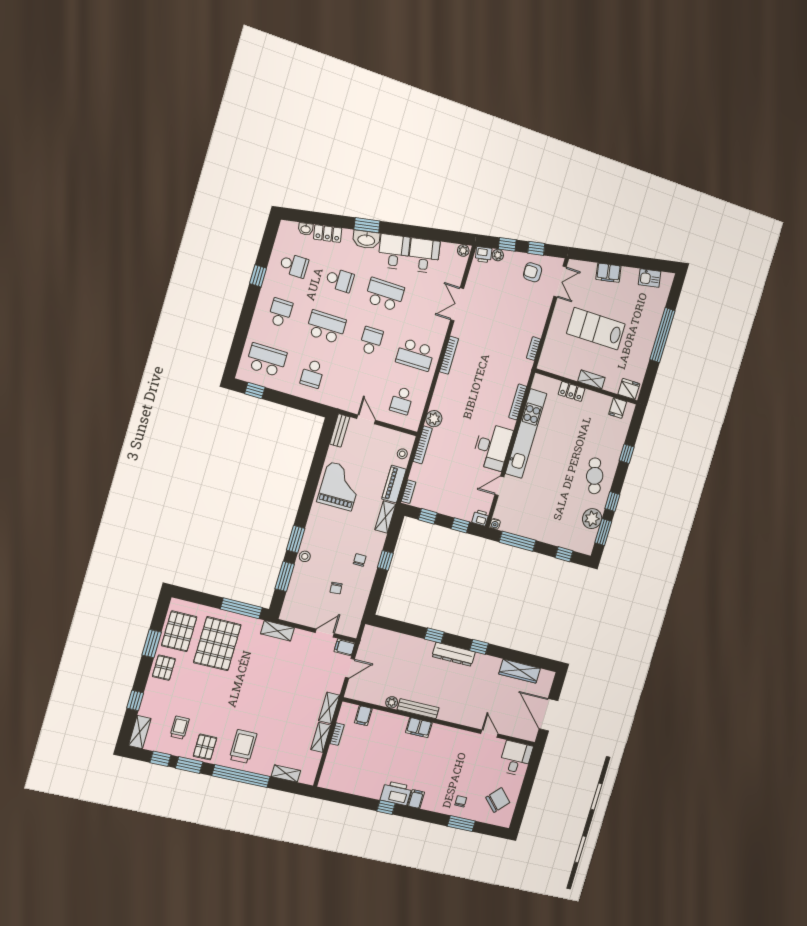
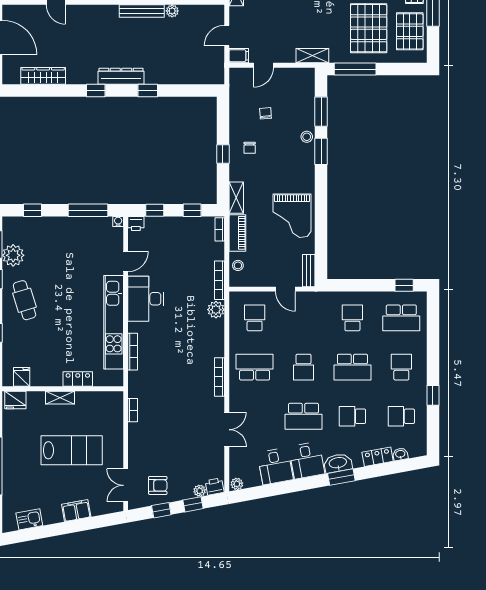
school desk: (280, 313) -> (401, 367), turned 180

